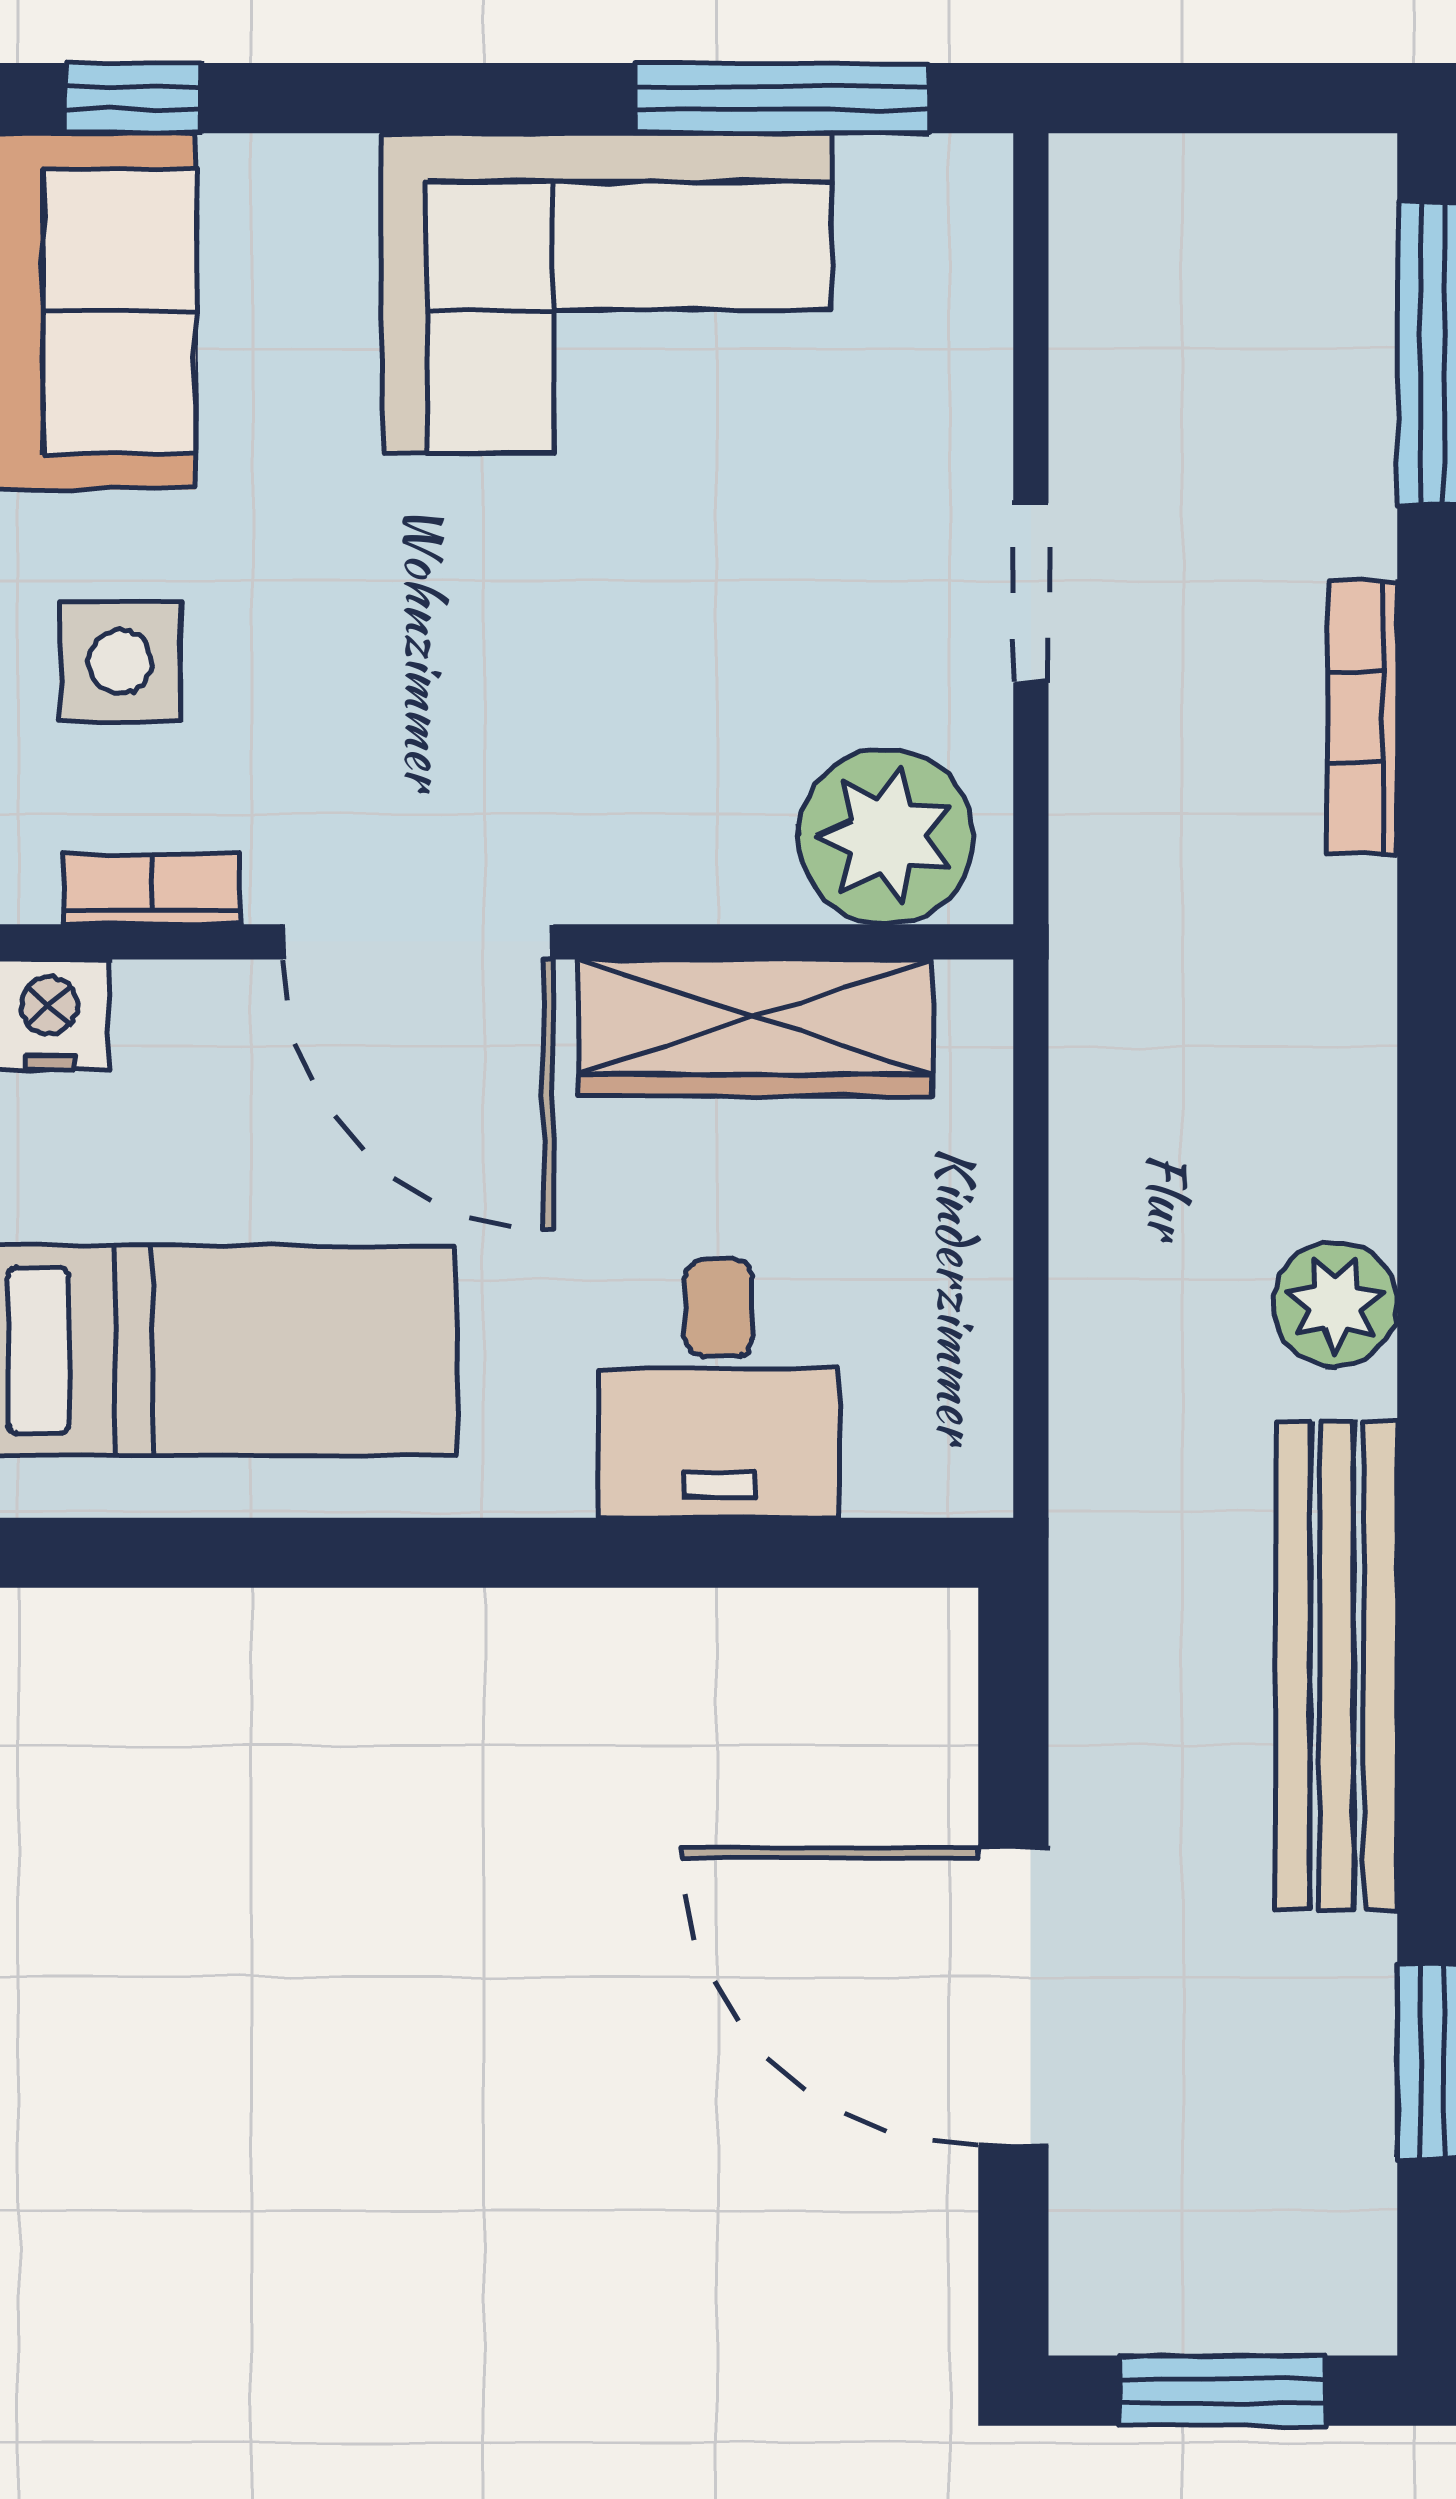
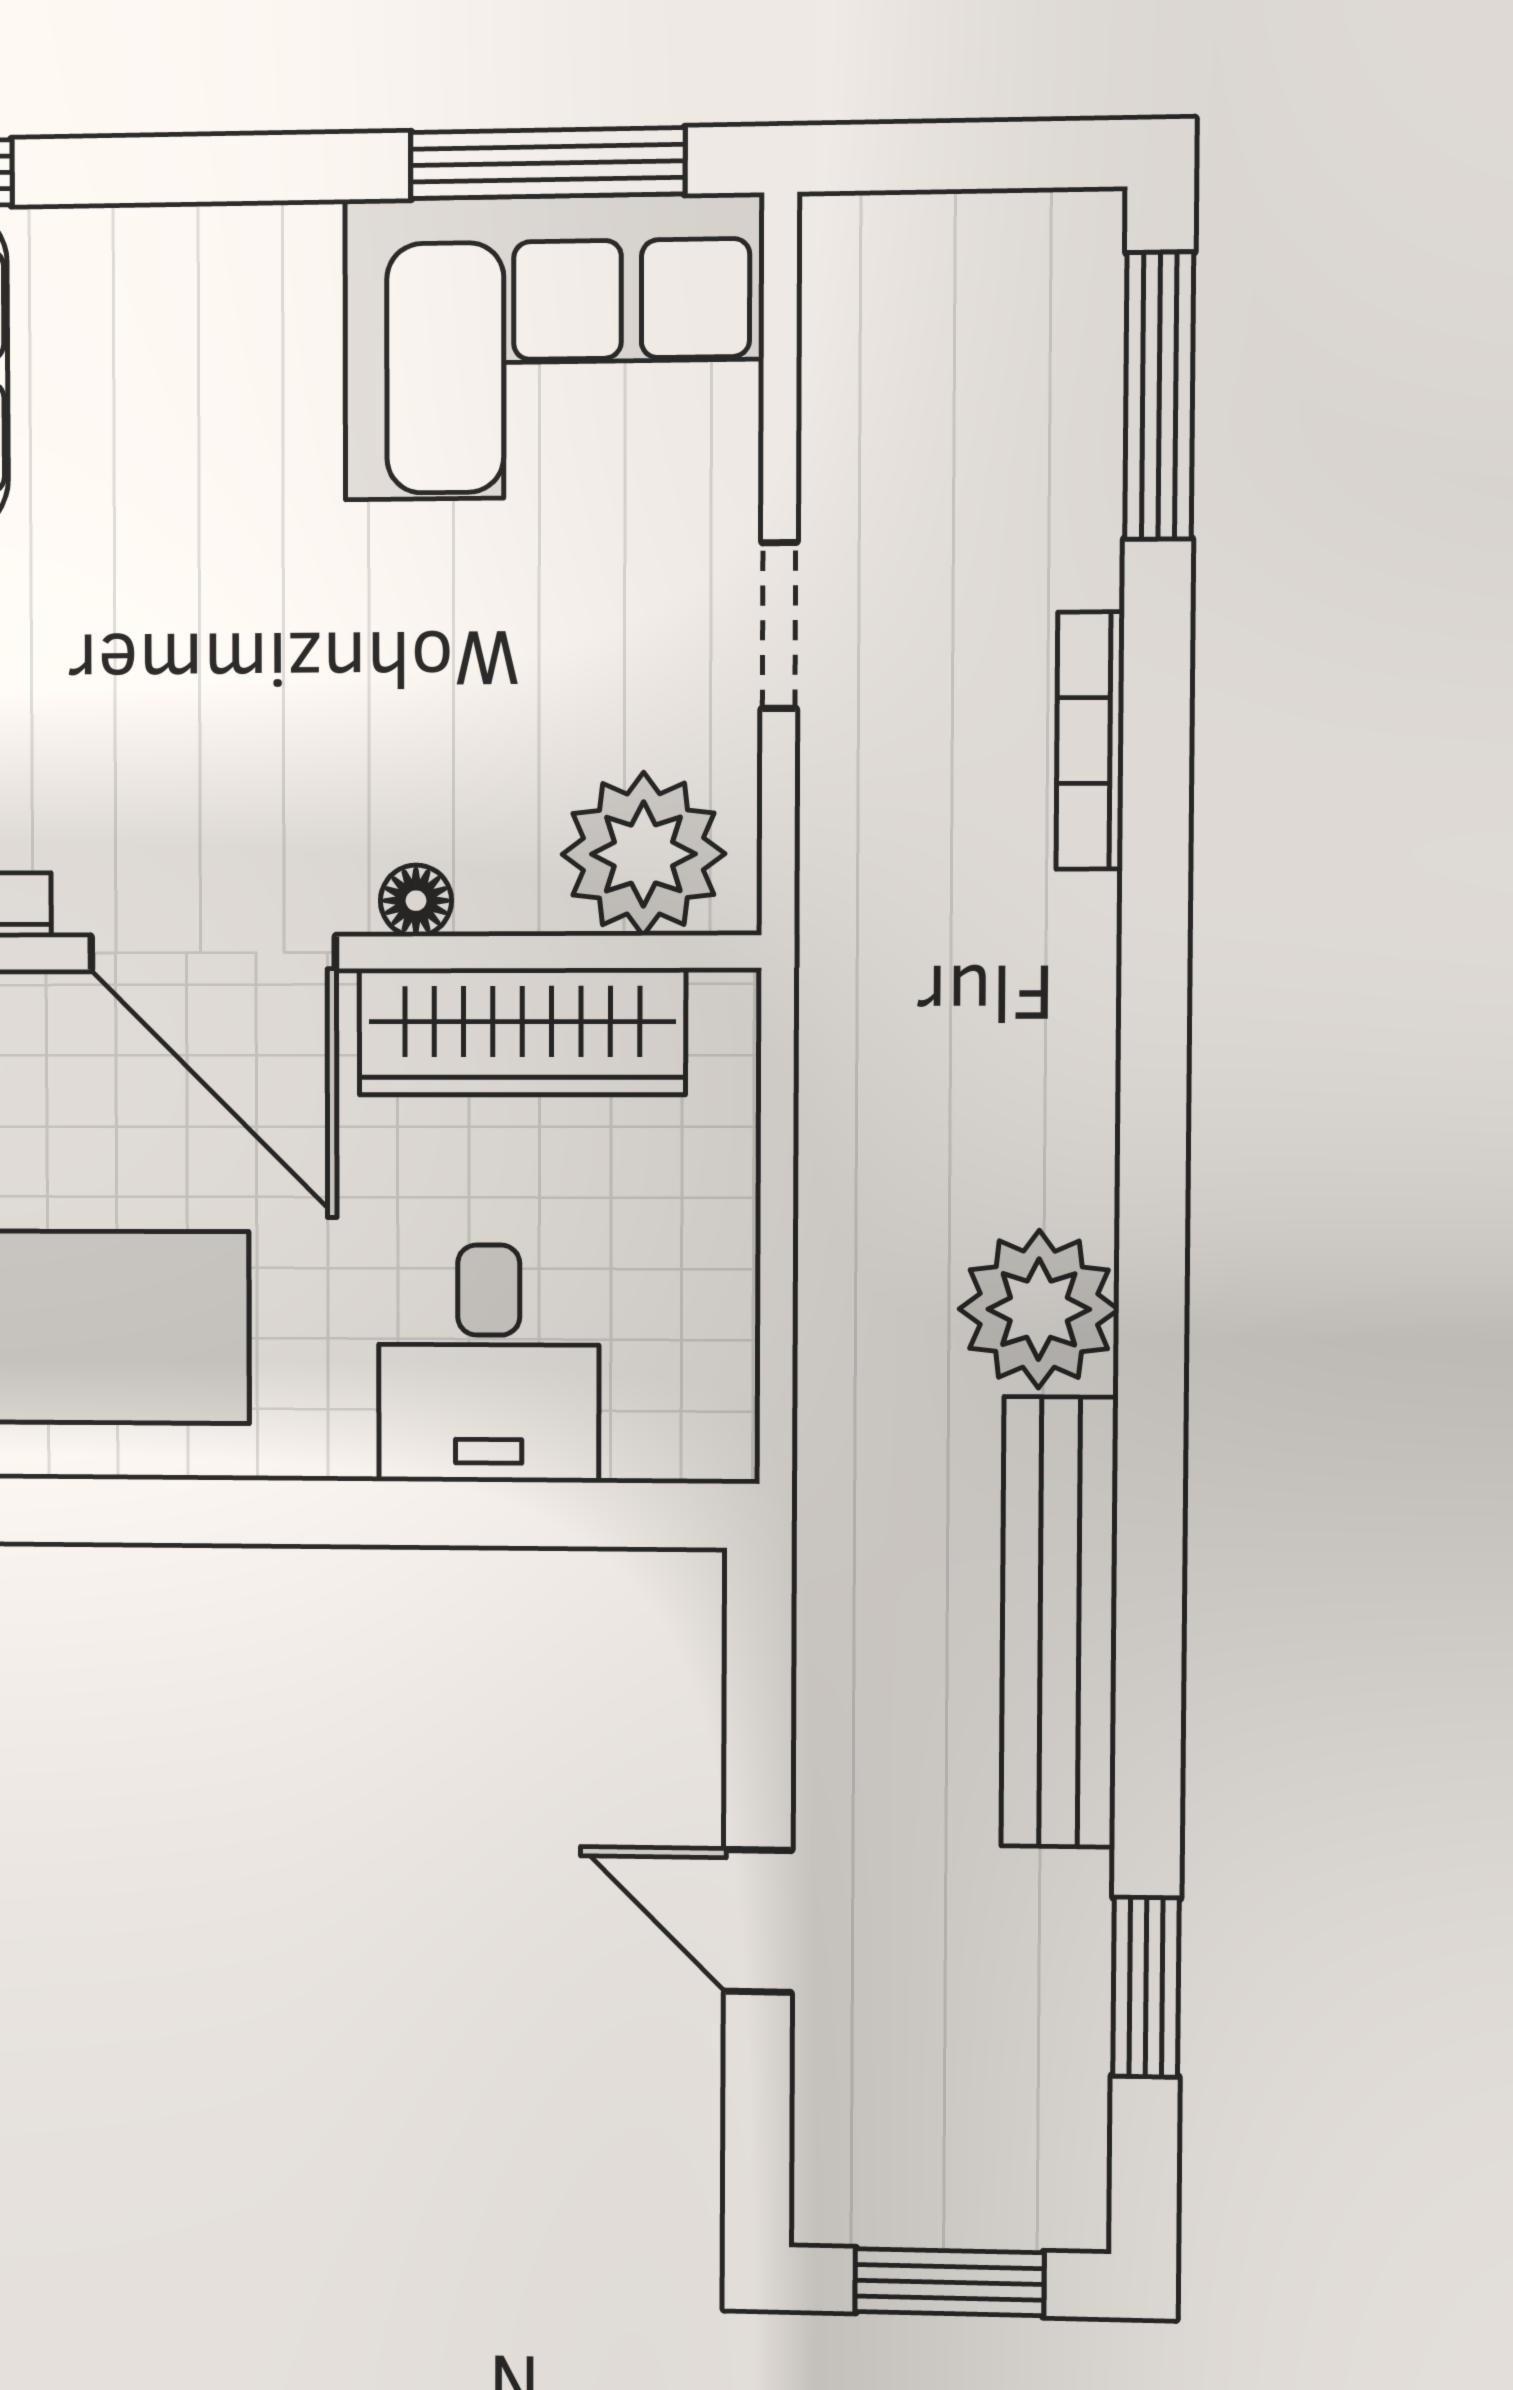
corner sofa: (607, 293) -> (554, 347), moved
floor lamp: (640, 886) -> (416, 901), added
plant: (1335, 1304) -> (1039, 1309), width x1.36, depth x1.36
door: (1013, 1996) -> (758, 1921), width x0.53

